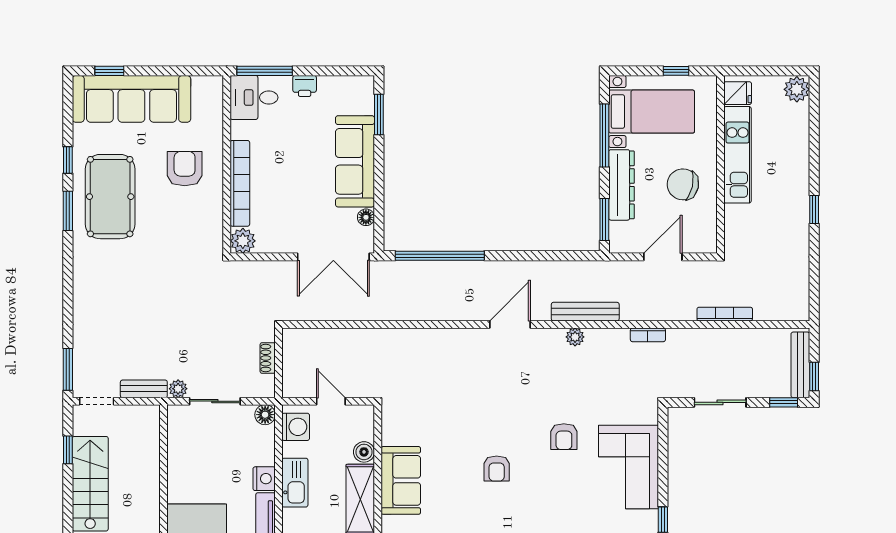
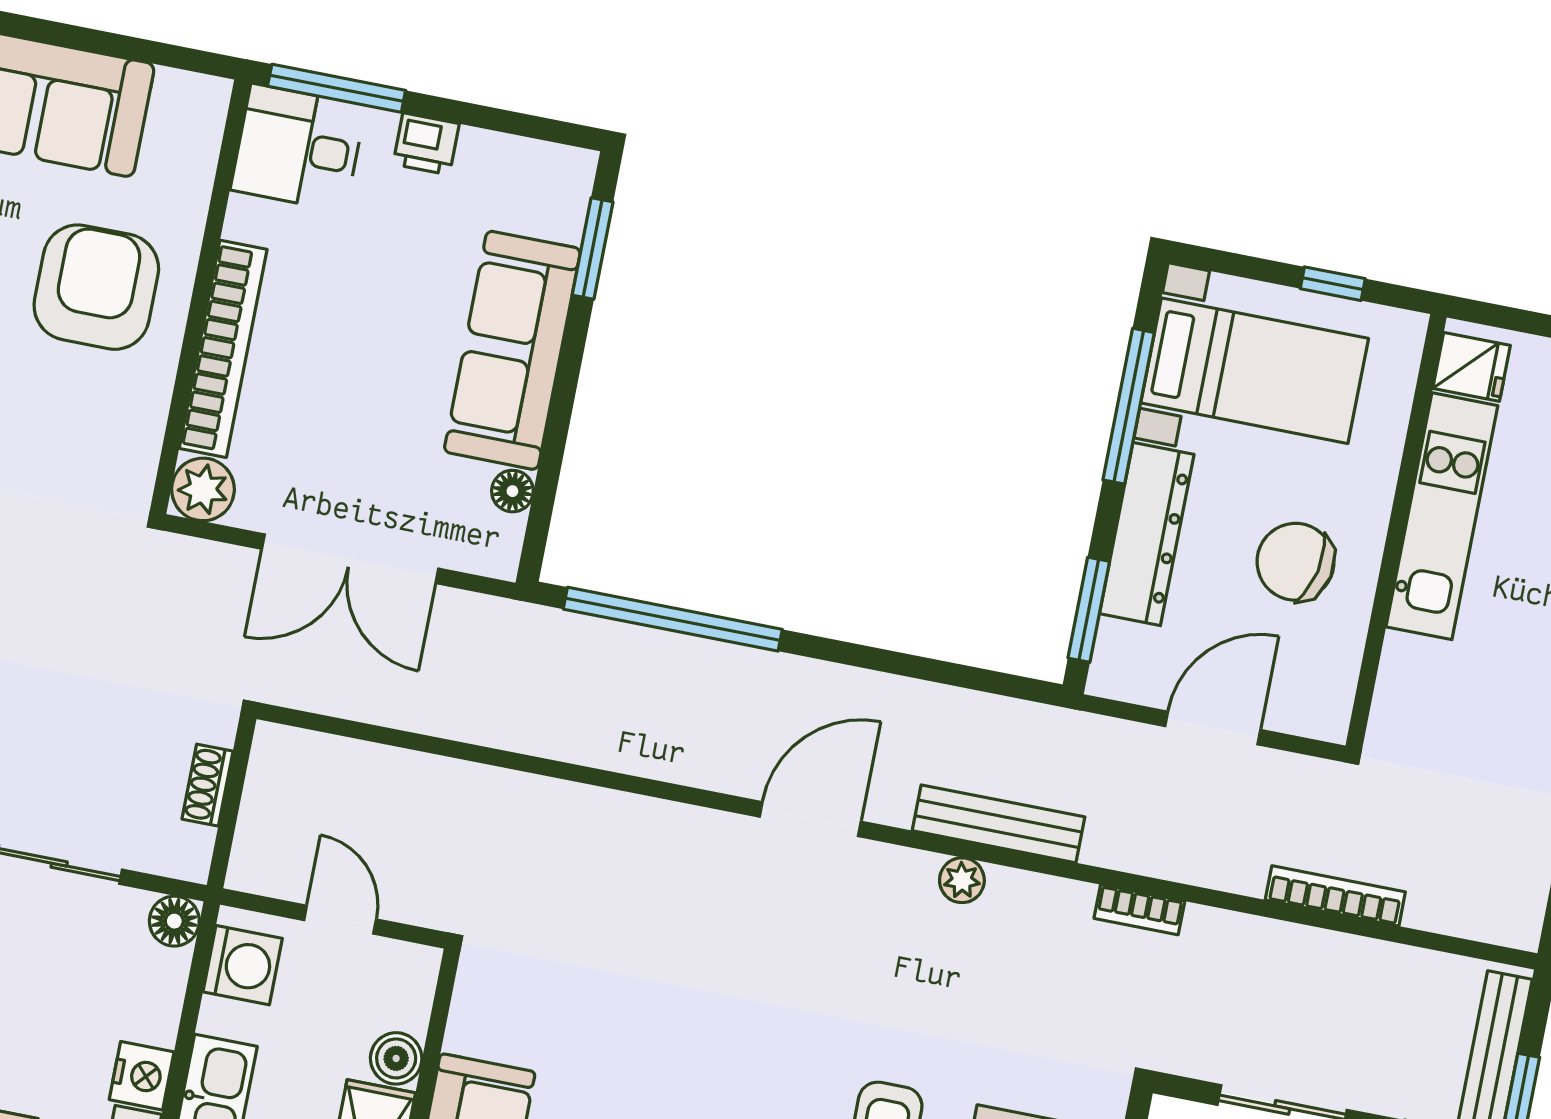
armchair: (185, 169) -> (96, 287), width x1.36, depth x1.36
double door: (333, 257) -> (350, 559), moved

